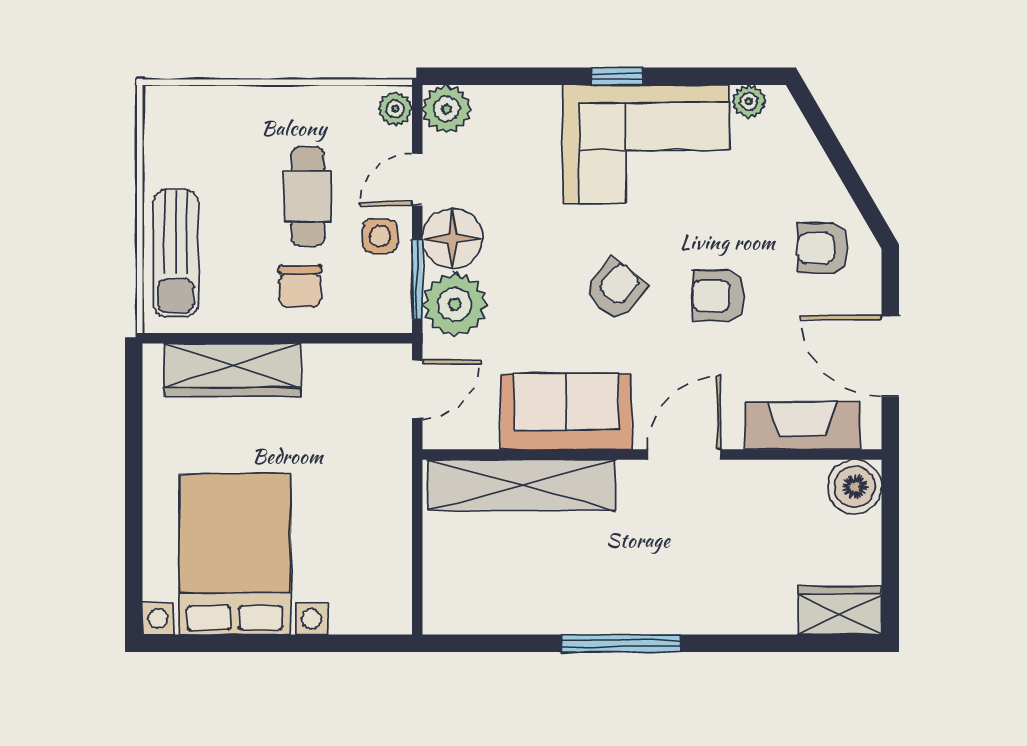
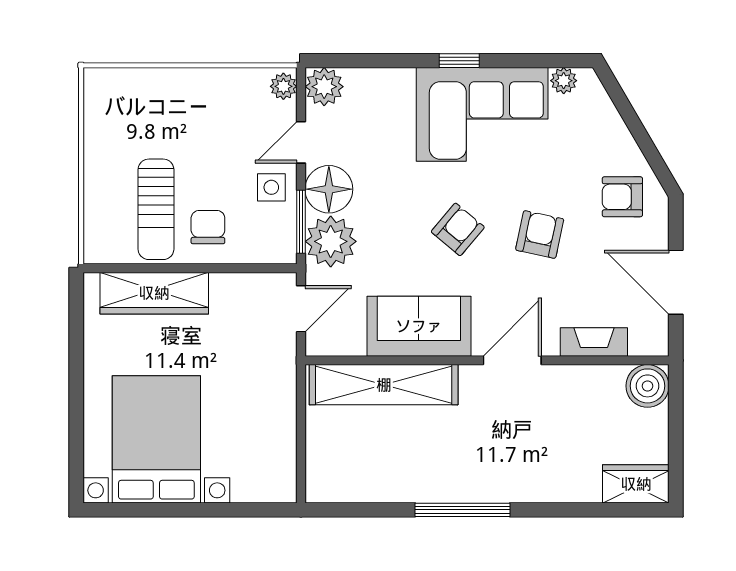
cafe table: (308, 196) -> (214, 156), removed
sun lounger: (176, 253) -> (156, 209), moved
chair: (300, 286) -> (208, 227), turned 180
armchair: (719, 296) -> (540, 234), turned 102
fireplace: (803, 426) -> (594, 342), width x0.73, depth x0.76

